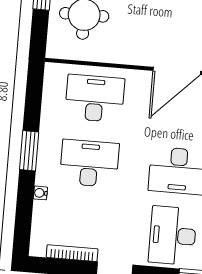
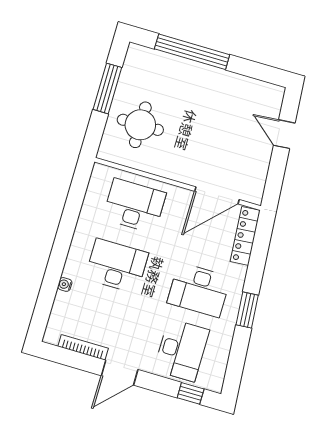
window: (29, 151) -> (62, 243), removed
desk: (173, 236) -> (181, 350), turned 180

